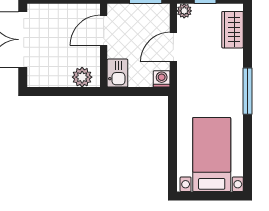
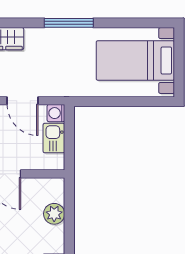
kitchen sink: (117, 73) -> (54, 138), moved, turned -90
plant: (82, 77) -> (54, 214), moved

